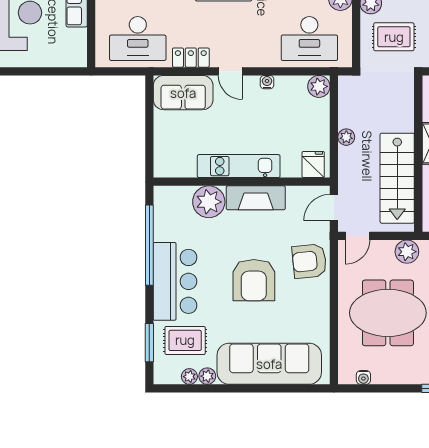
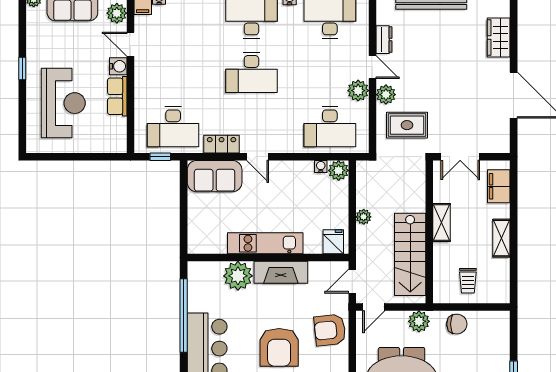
window: (124, 71) -> (160, 157), added
water cooler: (267, 82) -> (321, 167), moved

